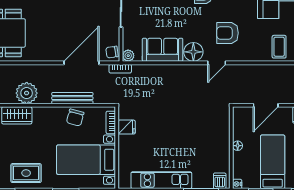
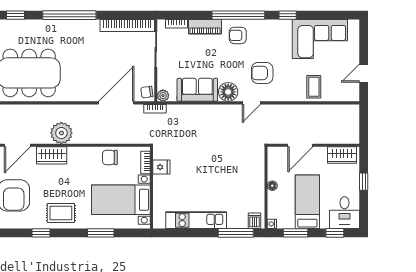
bench: (72, 98) -> (107, 138), removed
chair: (75, 117) -> (110, 157), turned 75

